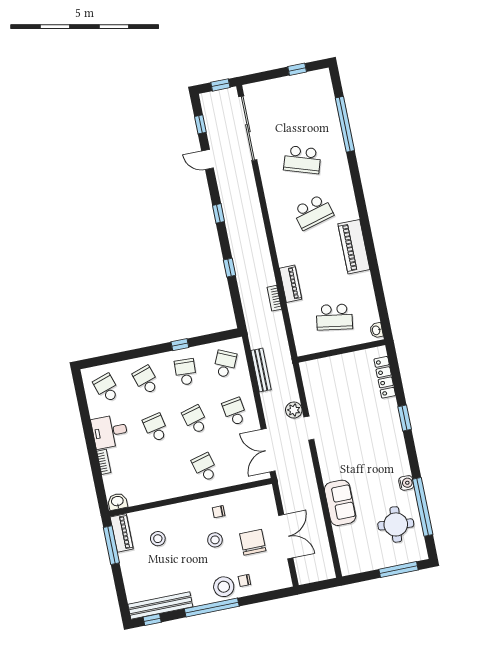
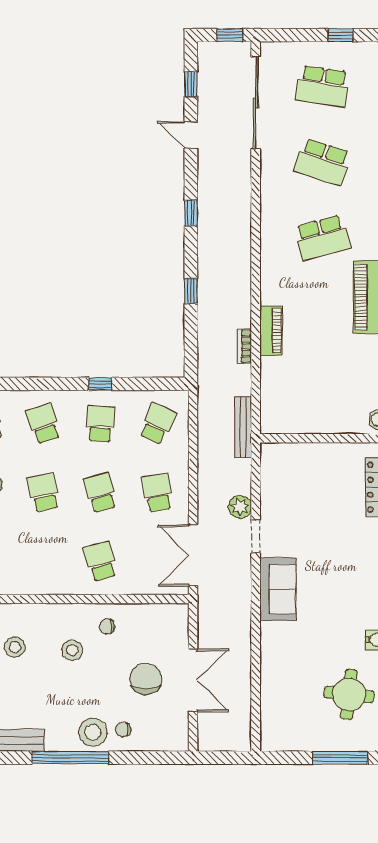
school desk: (334, 317) -> (322, 86), moved
bench: (261, 370) -> (243, 427), moved
sofa: (340, 503) -> (278, 589), moved
stool: (215, 540) -> (72, 650), moved

